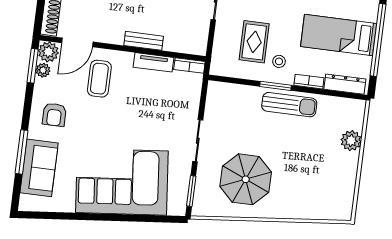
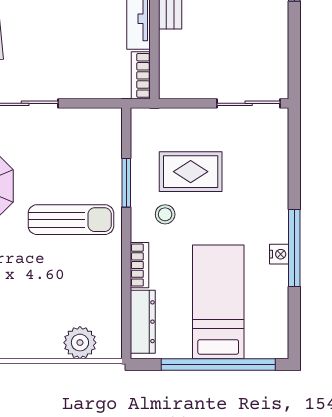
window: (275, 86) -> (126, 183), moved
sun lounger: (289, 105) -> (71, 220), moved, turned -90
plant: (351, 141) -> (80, 343), moved

